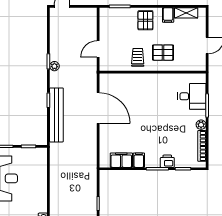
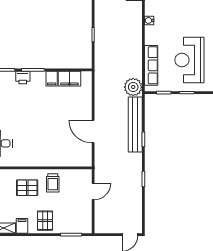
plant: (54, 66) -> (133, 87), moved, width x1.88, depth x1.88
door: (98, 108) -> (93, 131), width x0.73
row of seats: (41, 173) -> (151, 65), added

